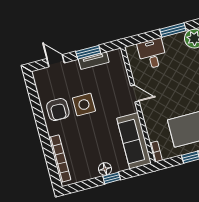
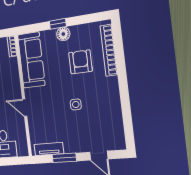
tv unit: (94, 61) -> (49, 149), moved
side table: (84, 105) -> (76, 104), width x0.54, depth x0.54
armchair: (58, 110) -> (81, 62), moved

